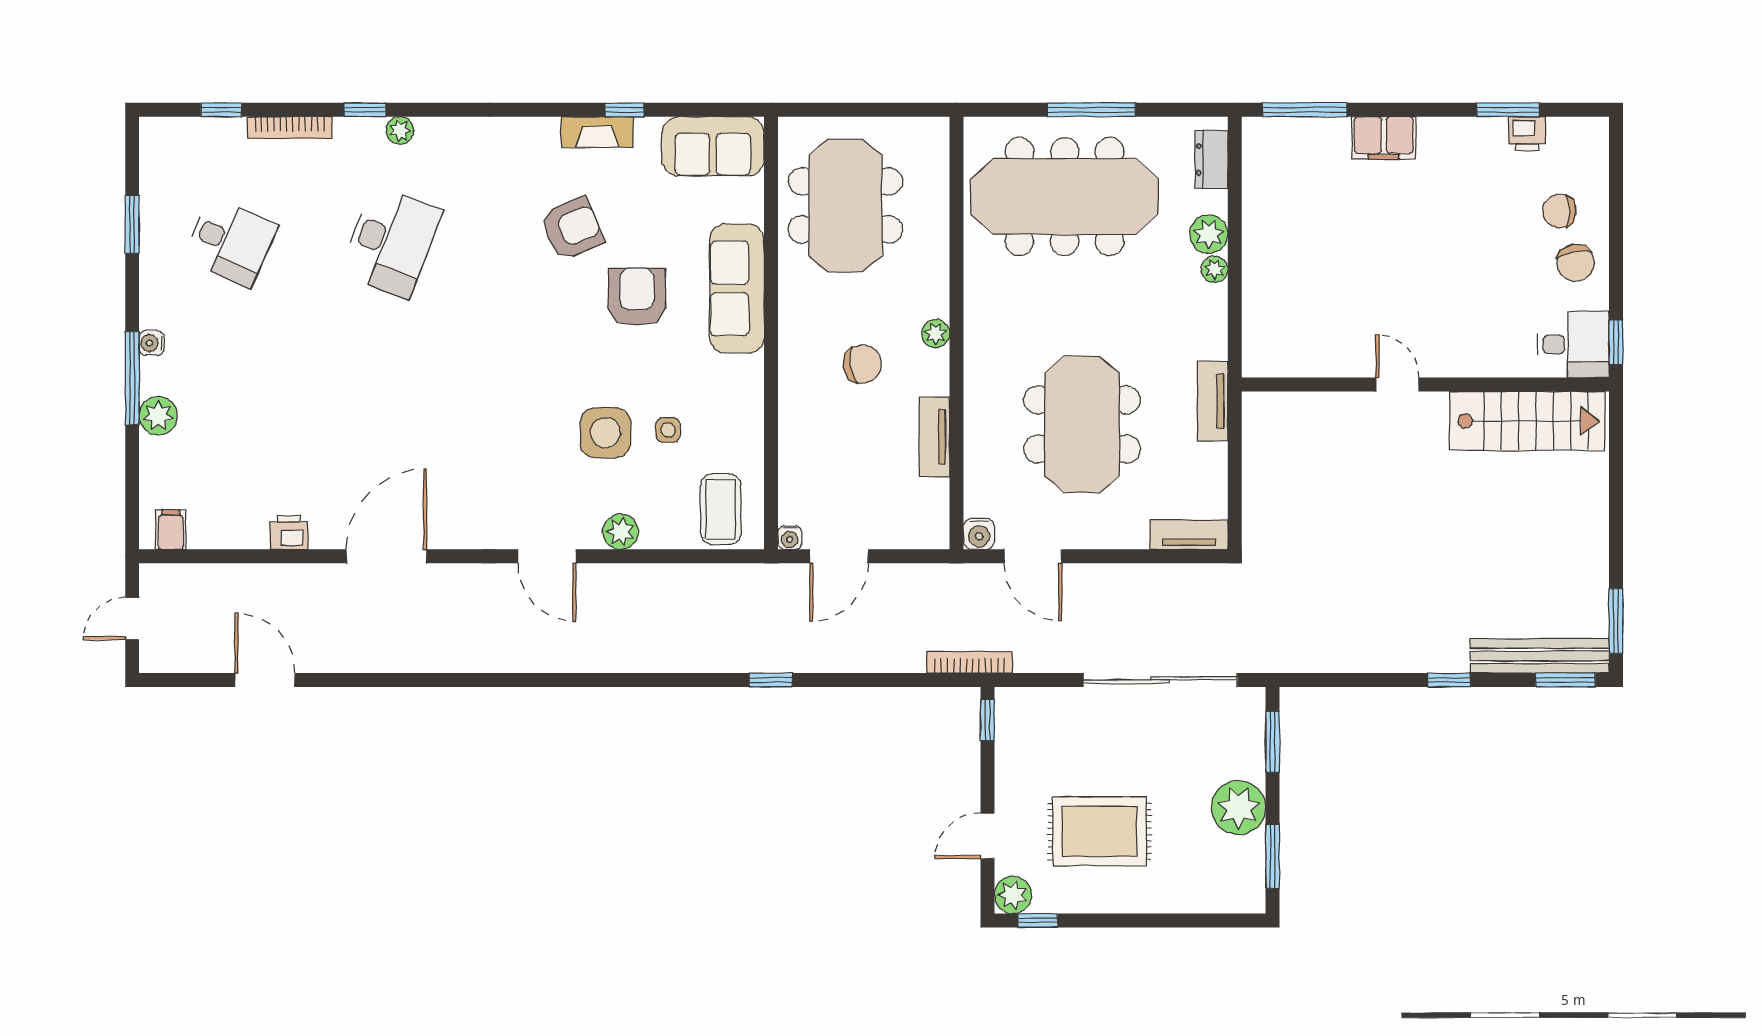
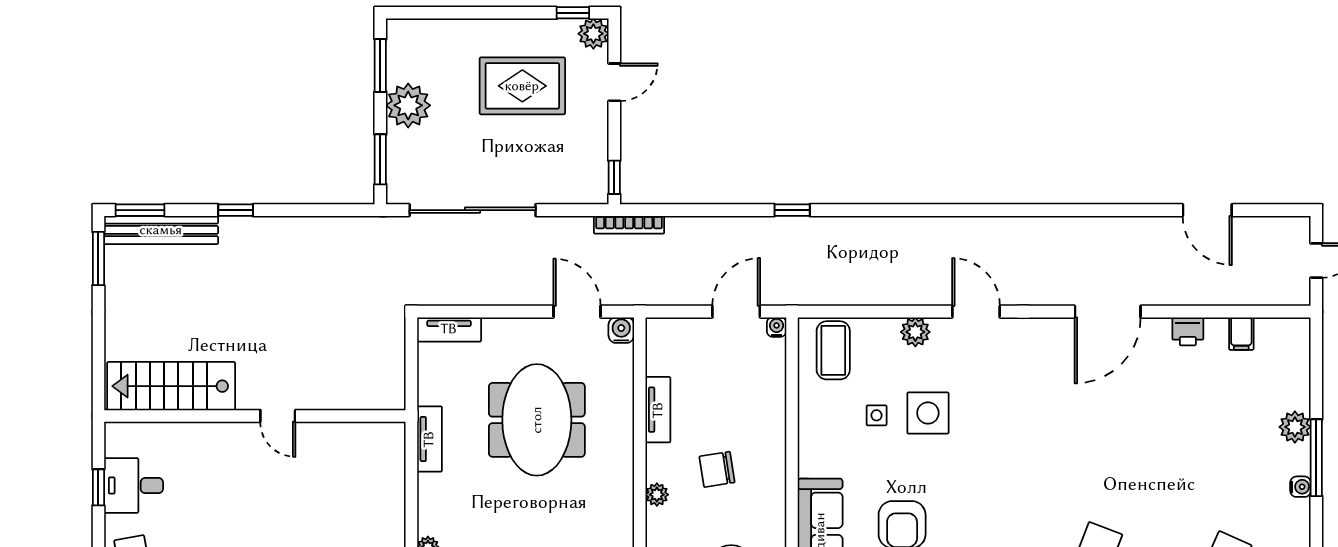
door: (1397, 385) -> (278, 416), moved
wall: (1425, 385) -> (255, 416), moved
stairs: (1528, 421) -> (171, 386), moved
filing cabinet: (171, 530) -> (1241, 334), moved

